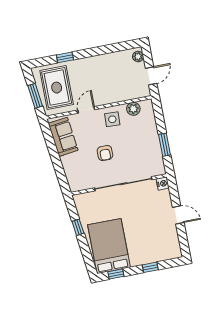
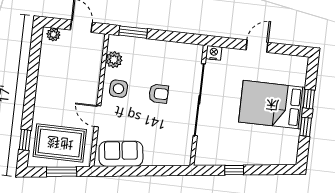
window: (65, 57) -> (25, 140), moved
window: (165, 145) -> (133, 32), moved
armchair: (105, 153) -> (159, 94), moved
bed: (109, 246) -> (272, 105), moved
window: (116, 274) -> (306, 127), moved

